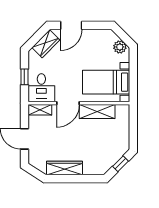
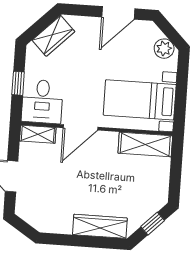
door: (71, 25) -> (118, 13), moved
shelving: (97, 112) -> (145, 144), moved
wardrobe: (65, 168) -> (100, 226), moved

